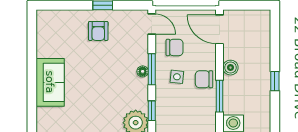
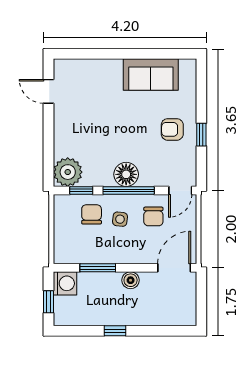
window: (152, 69) -> (129, 190), width x1.44
floor lamp: (143, 71) -> (126, 174), width x1.89, depth x1.89
chair: (204, 79) -> (92, 214), moved
sofa: (50, 82) -> (151, 75), moved

